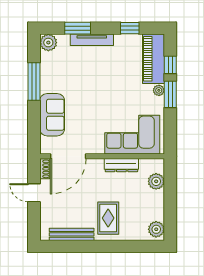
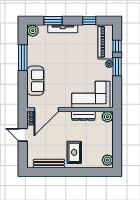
plant: (156, 181) -> (107, 117), moved

